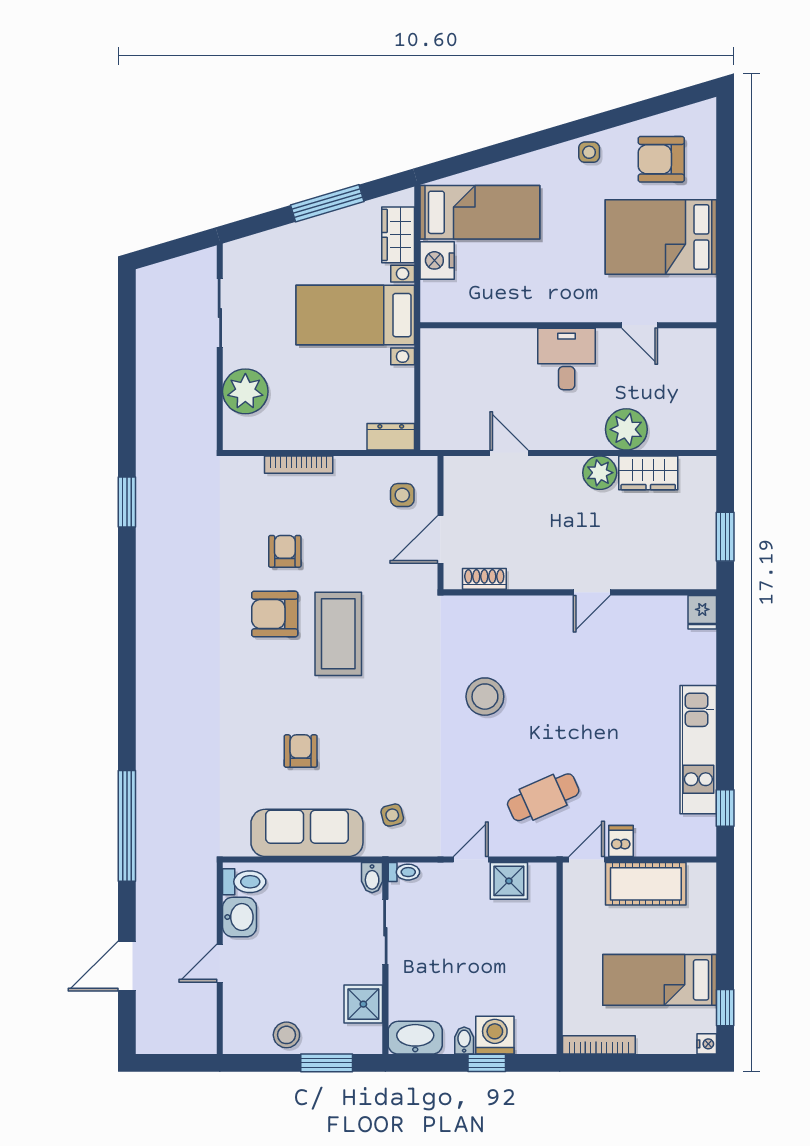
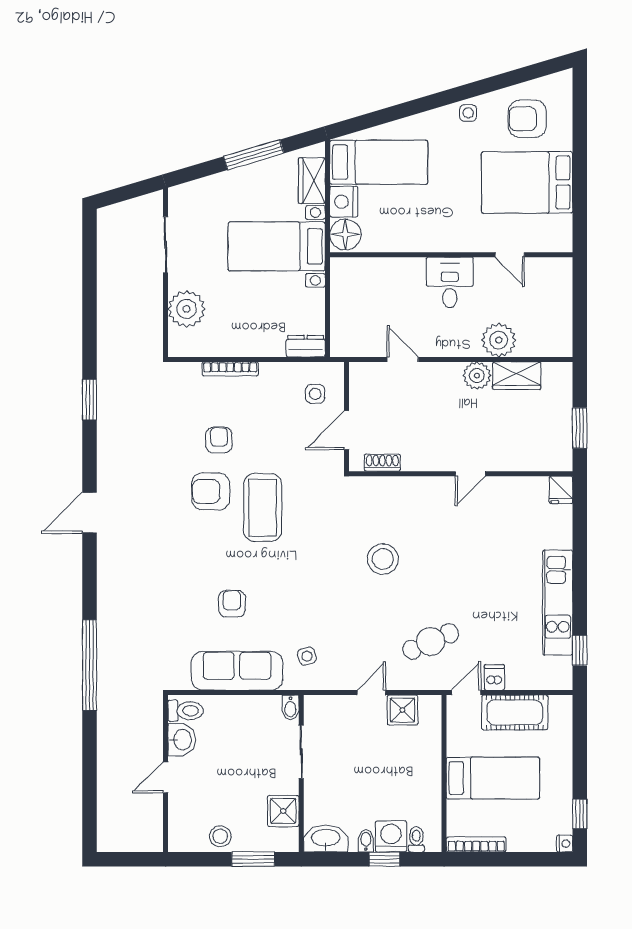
floor lamp: (439, 301) -> (345, 235), added
toilet: (404, 872) -> (416, 839), moved, turned -90
door: (127, 966) -> (89, 513), moved
bed: (660, 980) -> (493, 778), moved, turned 180

